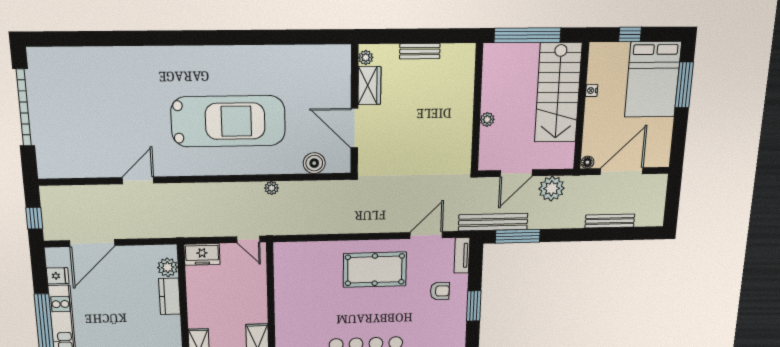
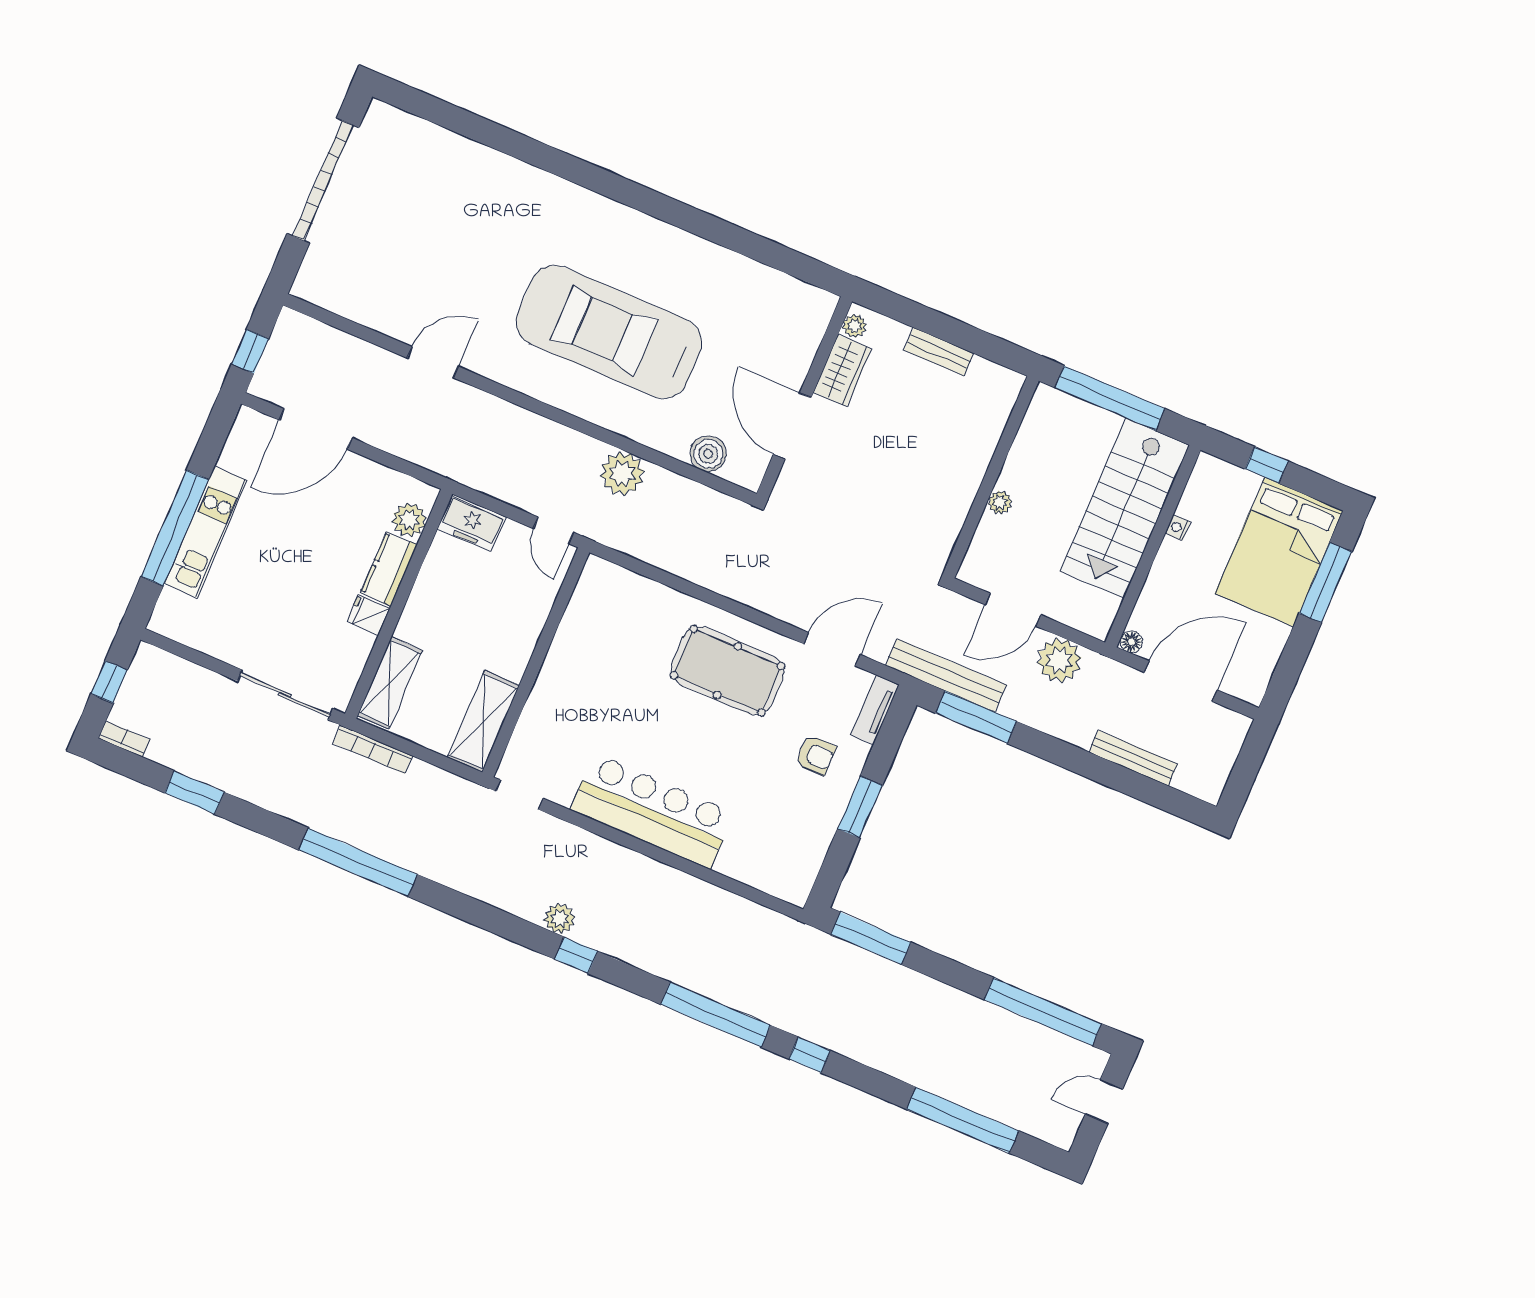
car: (228, 121) -> (609, 332), turned 180
plant: (272, 188) -> (622, 473), width x1.87, depth x1.87
fridge: (58, 276) -> (369, 615), moved, turned 180

